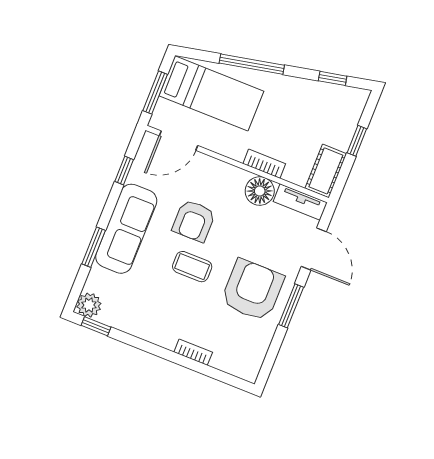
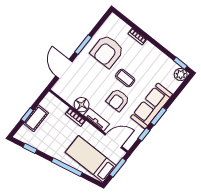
cot: (326, 171) -> (36, 118), moved
tv unit: (300, 202) -> (97, 120), moved
armchair: (194, 221) -> (118, 100), turned 180
window: (94, 247) -> (158, 116), moved
armchair: (252, 290) -> (107, 51), moved

